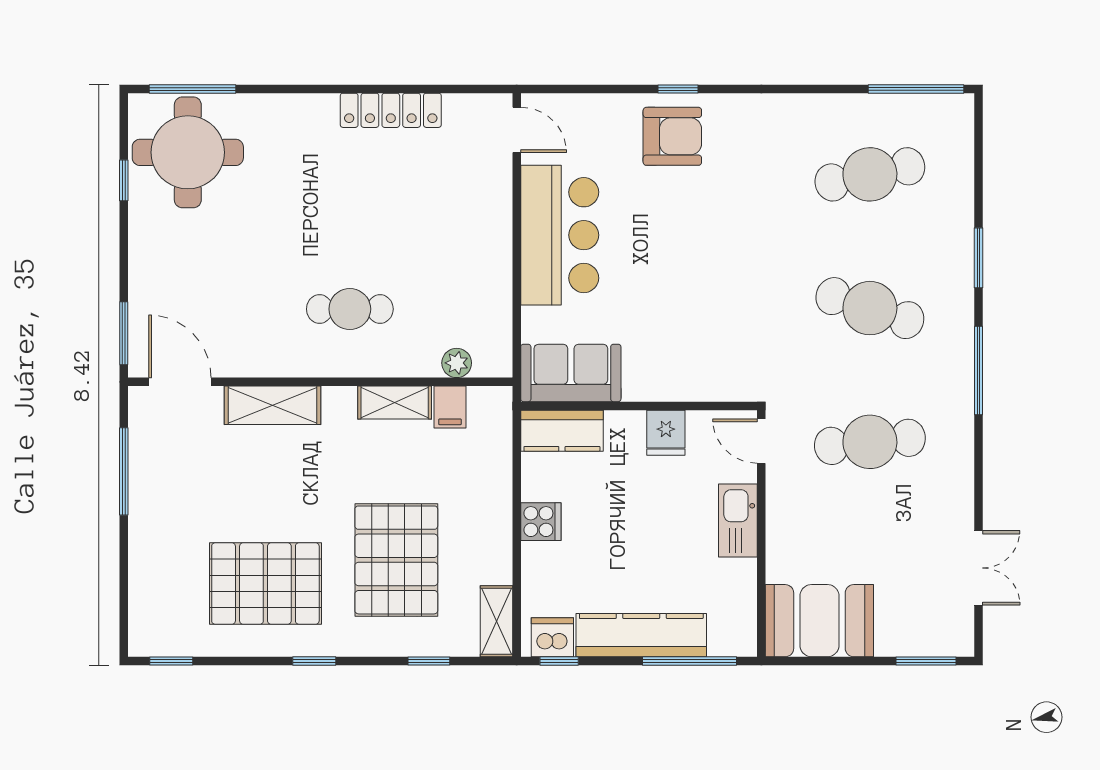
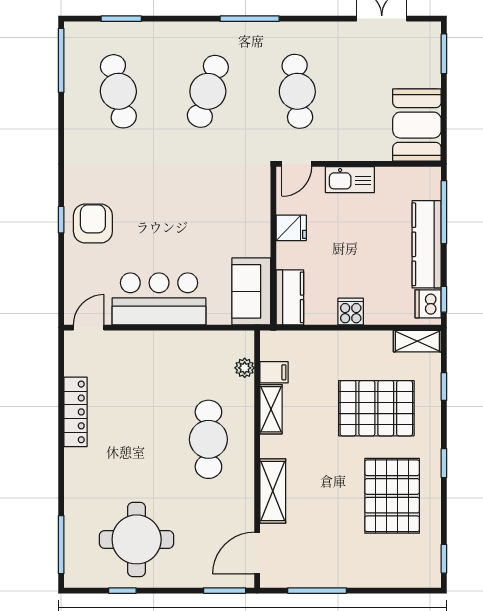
round table: (188, 152) -> (137, 539), moved
window: (978, 258) -> (121, 19), moved
cafe table: (350, 309) -> (208, 439), width x1.37, depth x1.35

